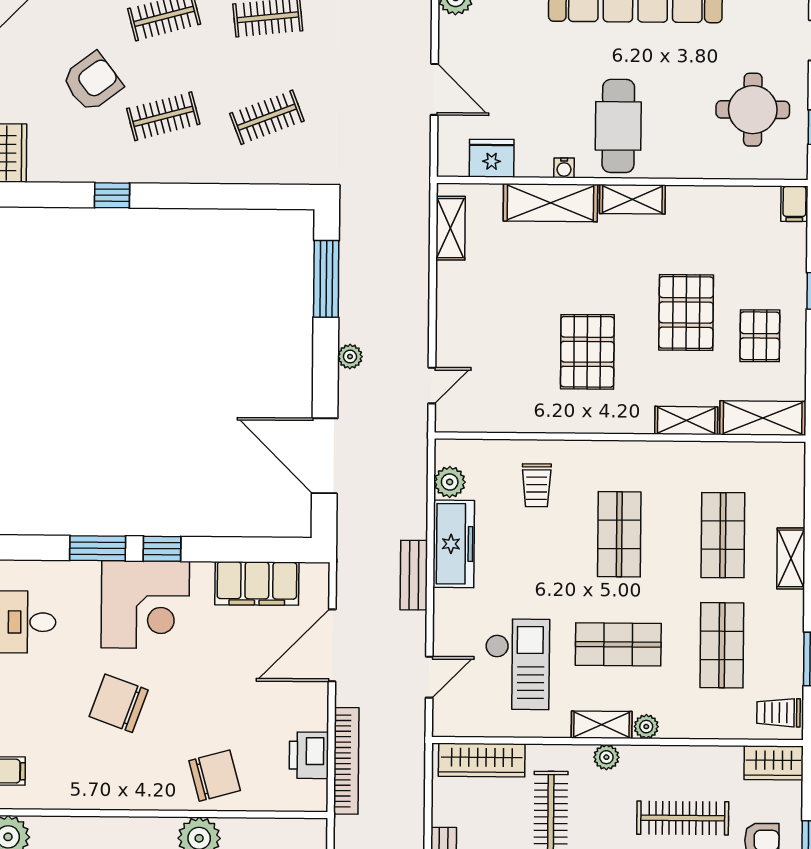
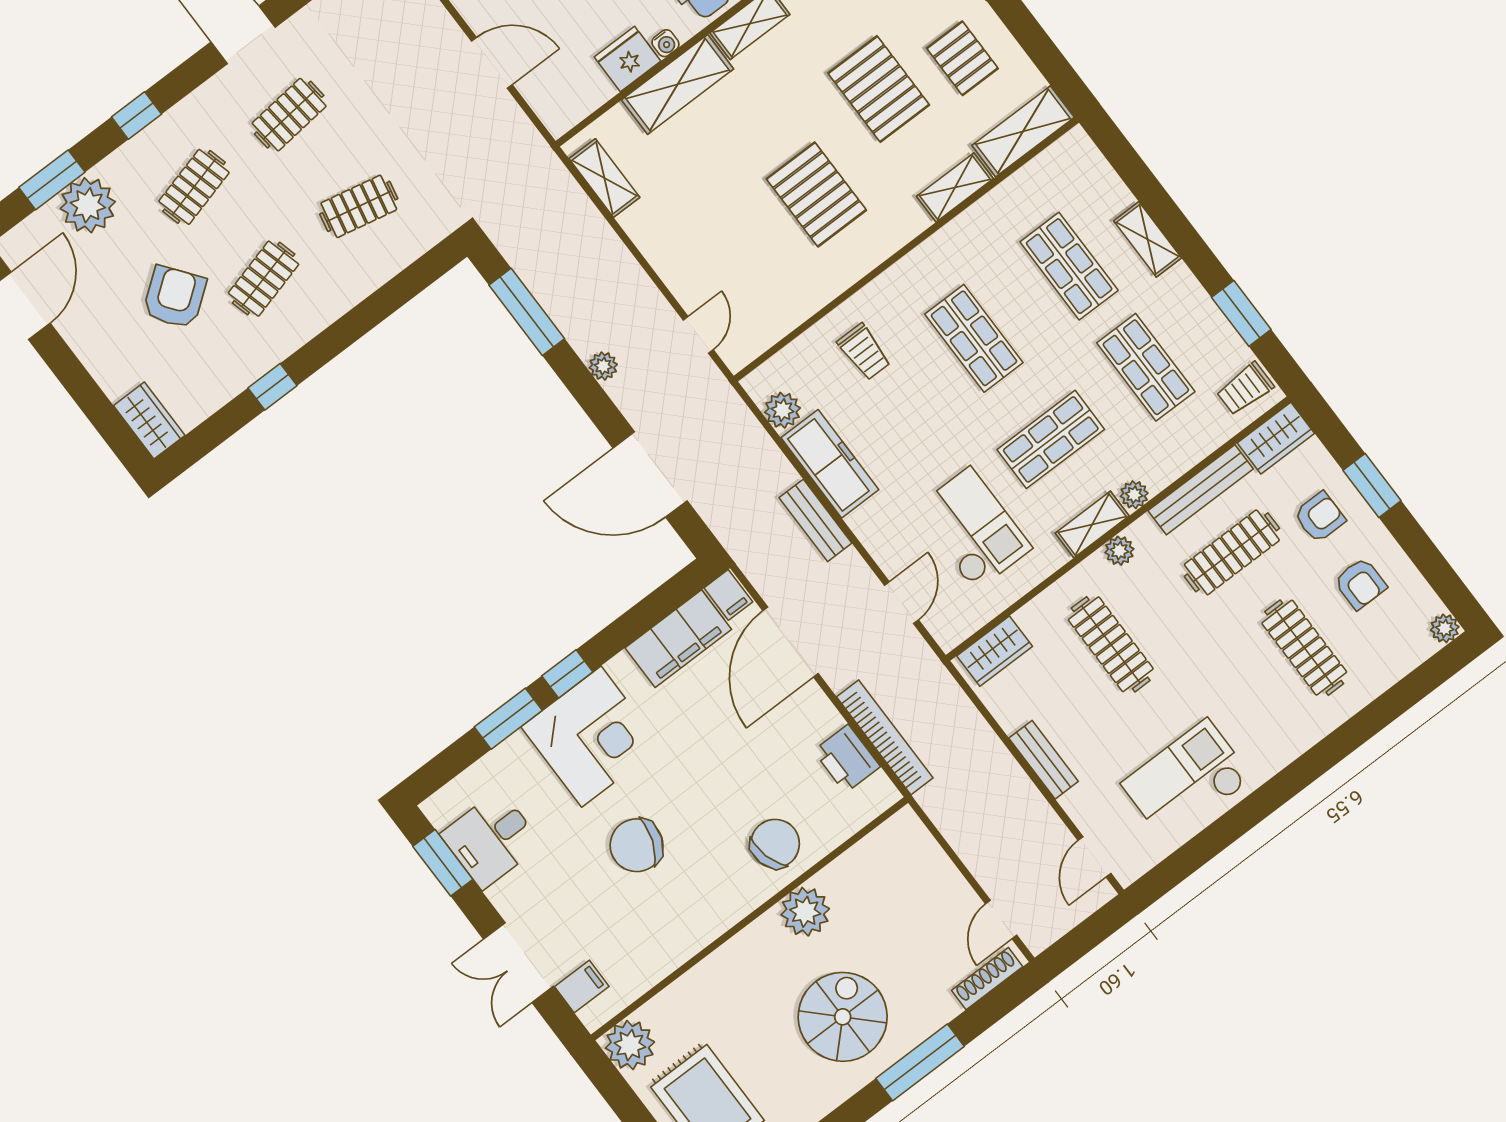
clothes rail: (267, 117) -> (359, 206), turned 33
fridge: (492, 158) -> (627, 59), moved
filing cabinet: (314, 580) -> (728, 595), added
bench: (694, 758) -> (1201, 490), added
wardrobe: (482, 760) -> (995, 651), width x0.67

